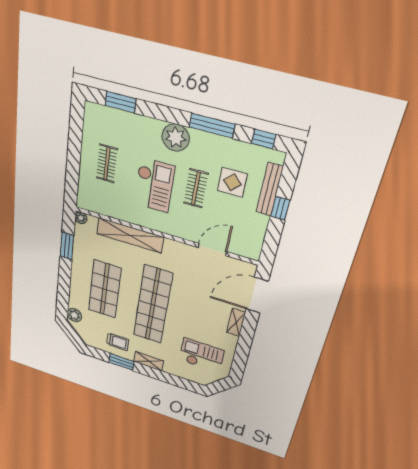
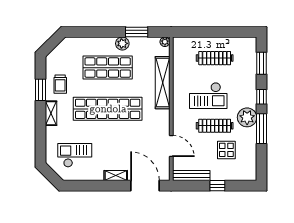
plant: (176, 138) -> (247, 117), moved
window: (264, 139) -> (262, 97), moved
clothes rail: (107, 163) -> (215, 58), width x1.36
clothes rail: (196, 188) -> (215, 126), width x1.36
bench: (270, 189) -> (191, 176), moved
plant: (74, 315) -> (122, 43), moved
checkout: (202, 355) -> (75, 155), turned -90

